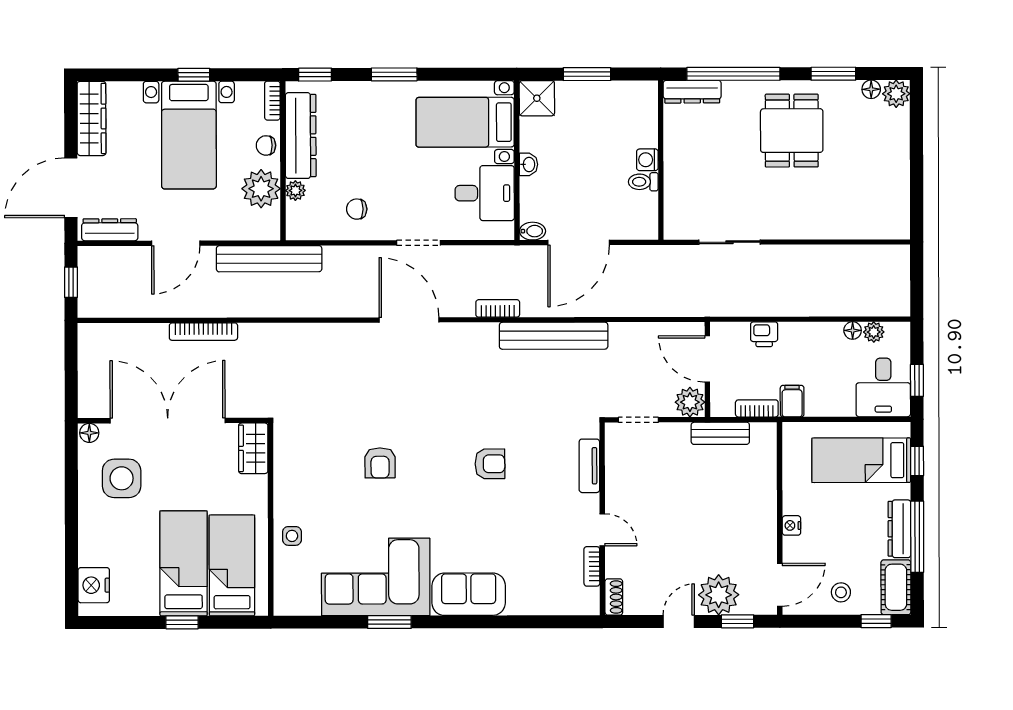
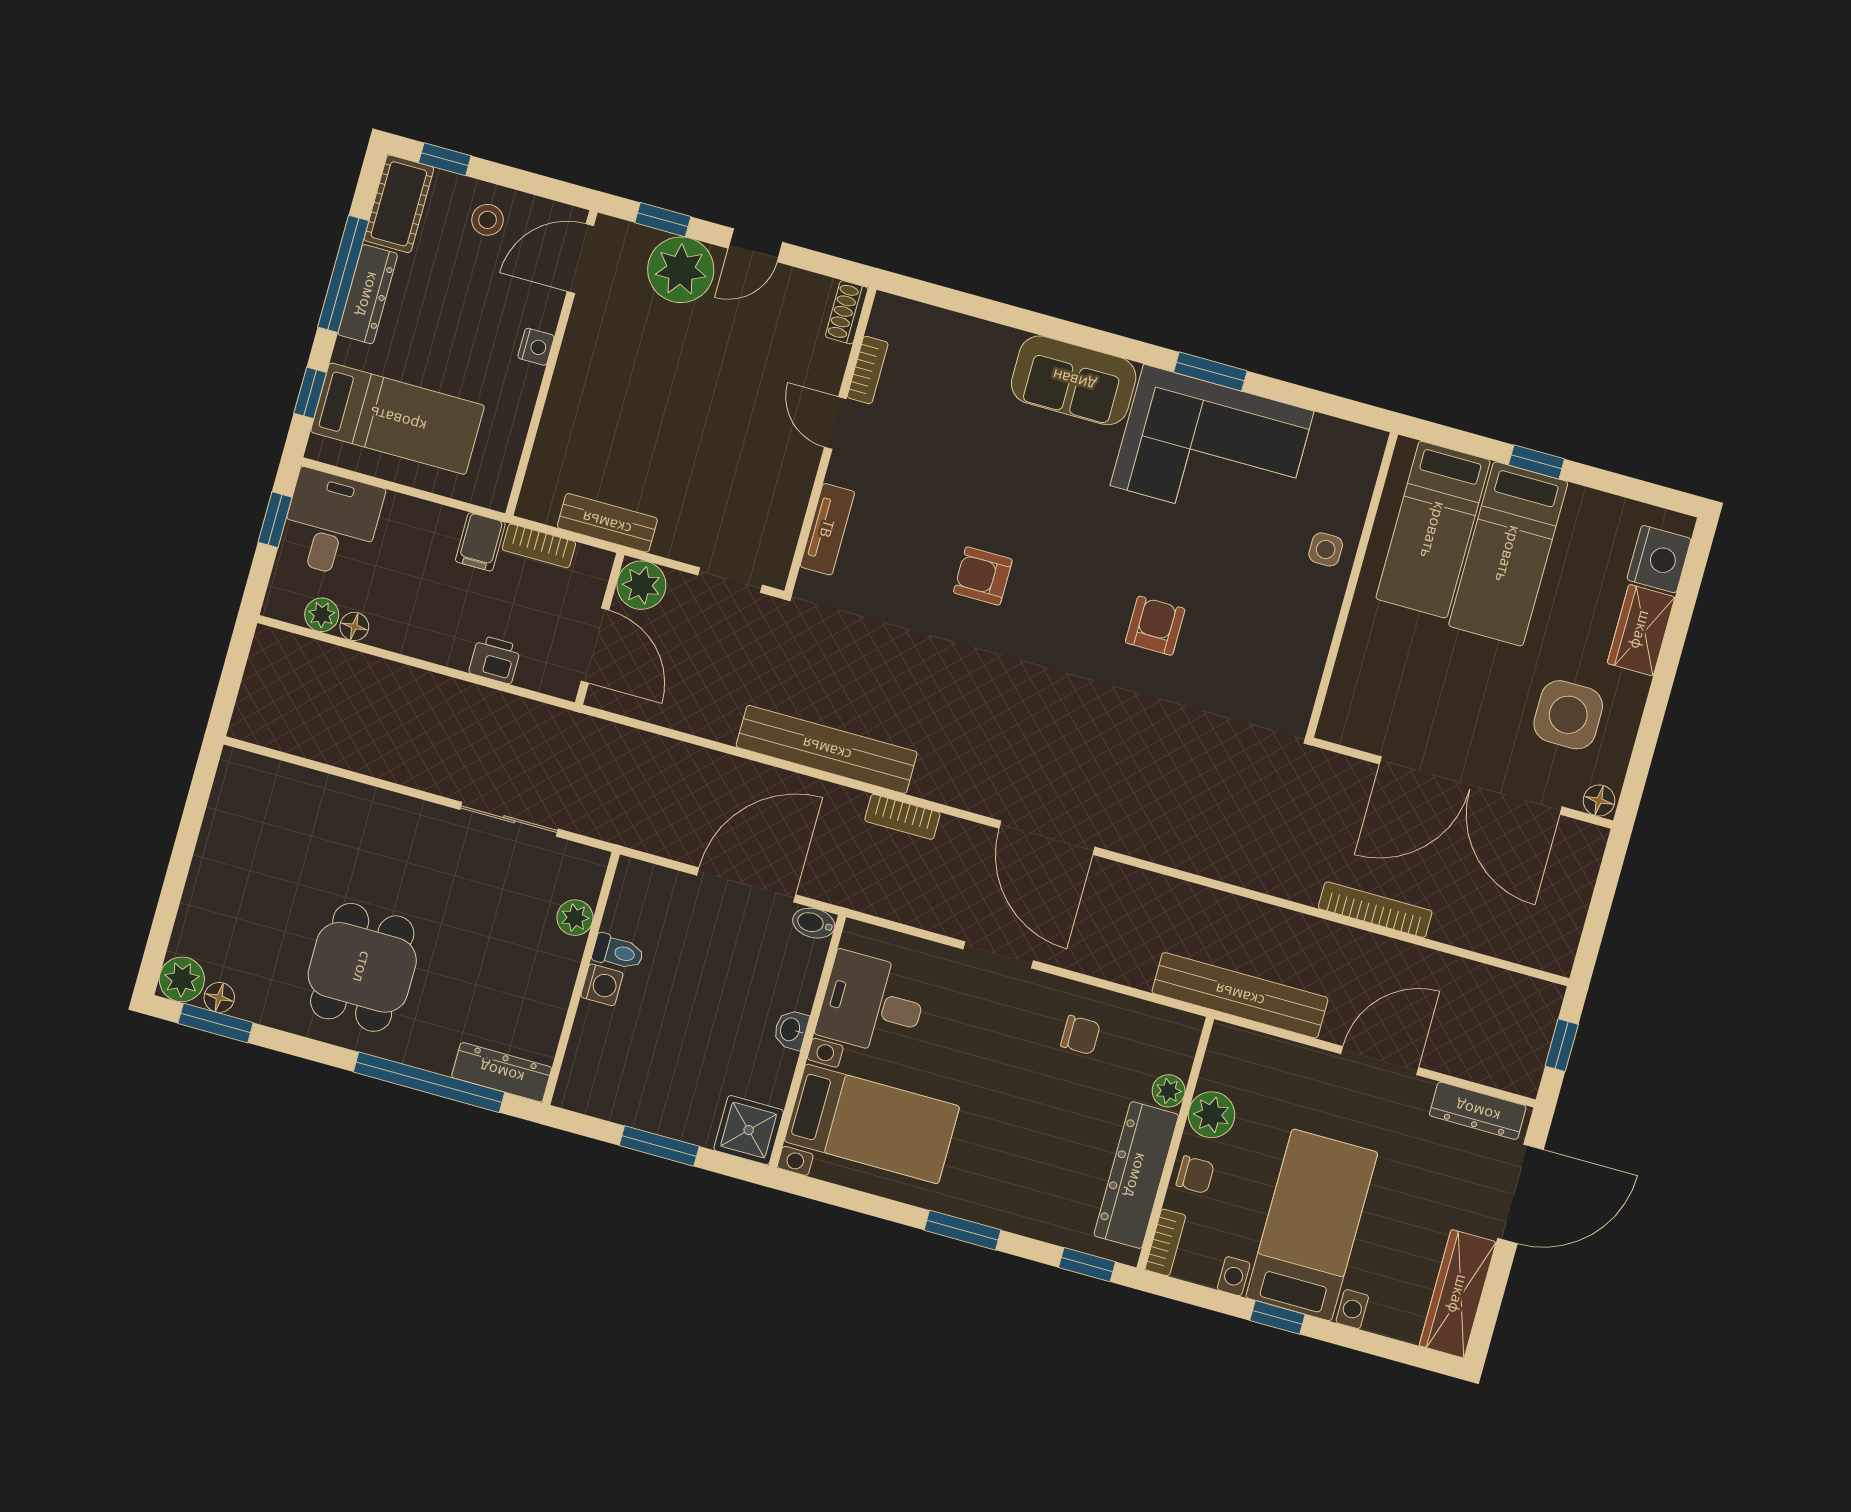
window: (833, 74) -> (216, 1023), moved
plant: (261, 189) -> (1212, 1115), width x0.73, depth x0.73
plant: (674, 195) -> (575, 918), added
wardrobe: (253, 448) -> (1641, 630), moved, turned 180

